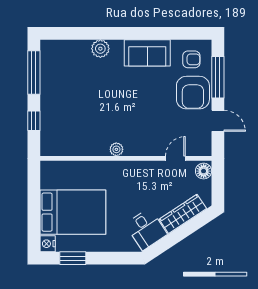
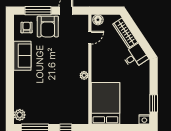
plant: (100, 49) -> (20, 115), moved
armchair: (193, 93) -> (48, 27), turned 90
door: (175, 158) -> (90, 38), swing flipped
bed: (73, 212) -> (105, 103), moved

